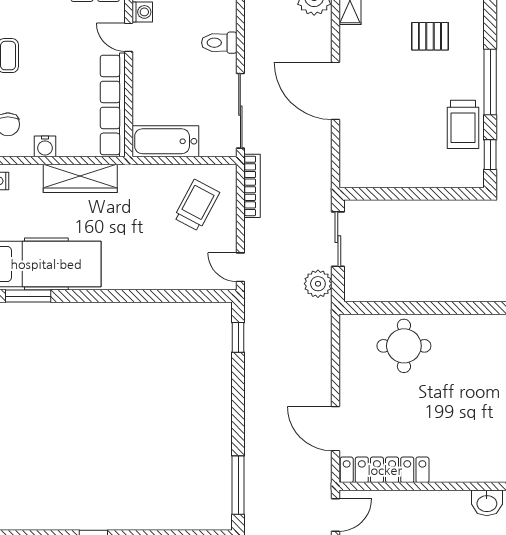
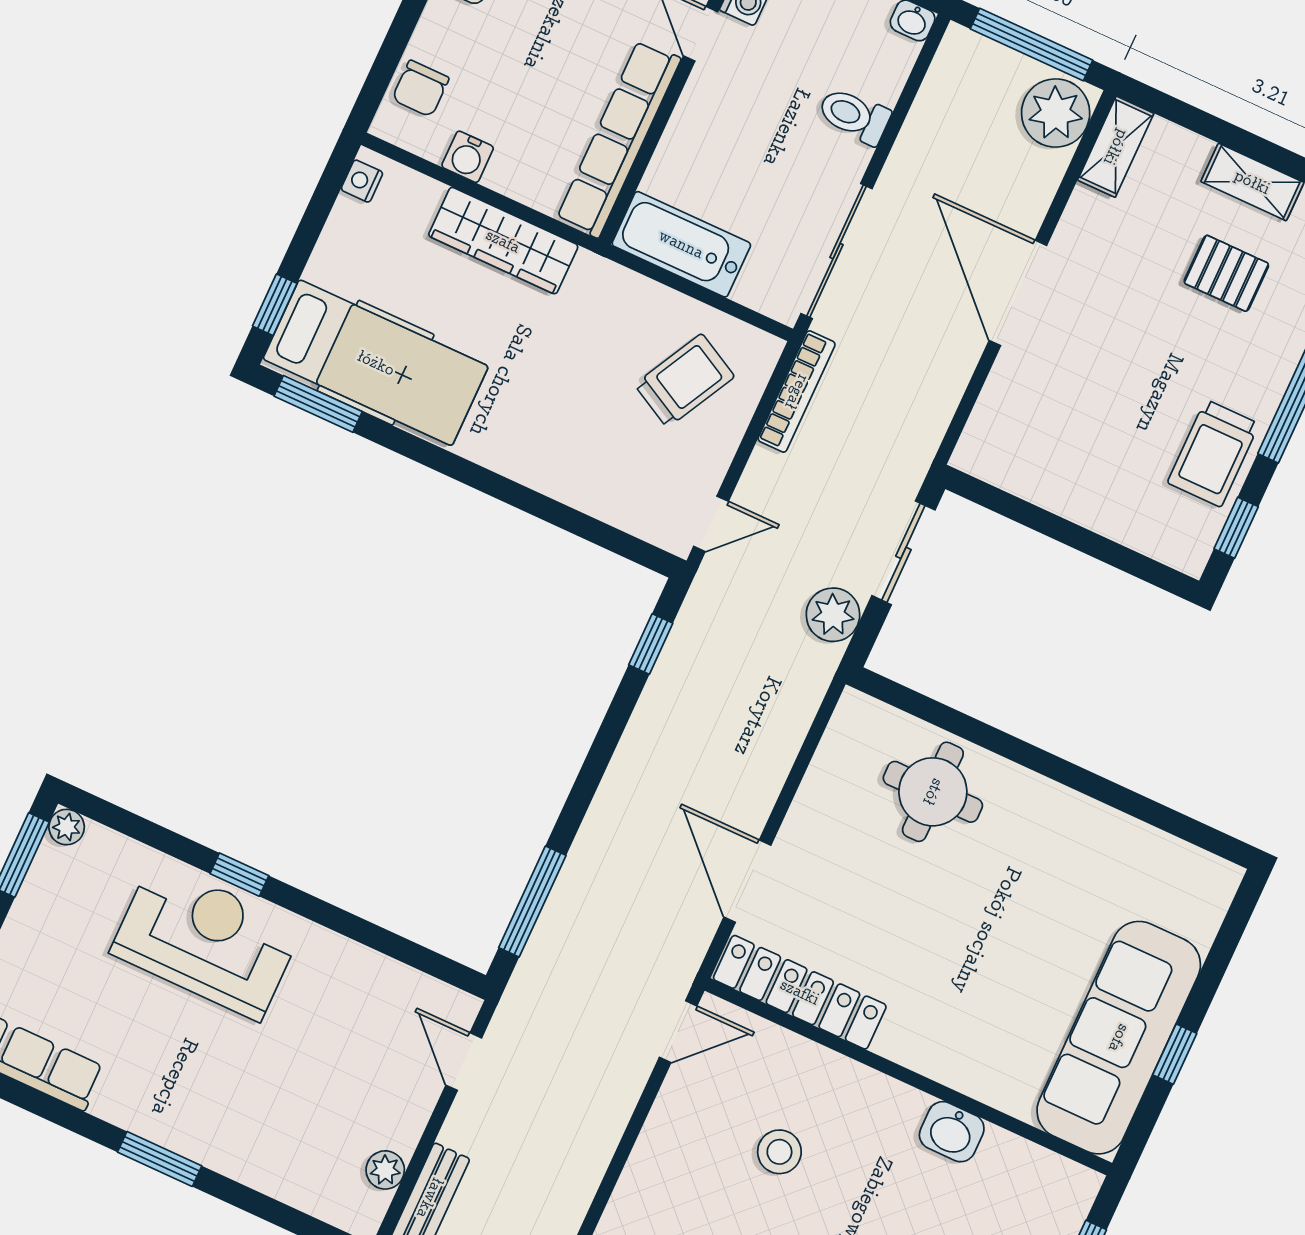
door: (240, 267) -> (711, 524), swing flipped

